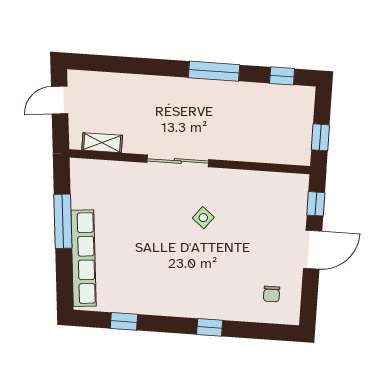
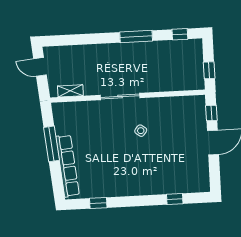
door: (60, 100) -> (40, 67), hinge flipped
chair: (272, 294) -> (190, 174), removed
window: (210, 327) -> (175, 199), moved

